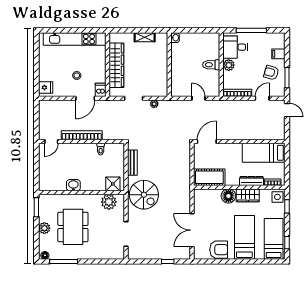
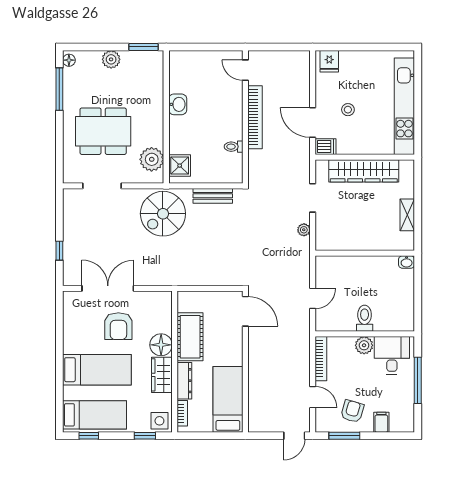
cot: (209, 177) -> (190, 337), moved
dining table: (73, 227) -> (103, 131), moved
armchair: (219, 250) -> (118, 326), moved

